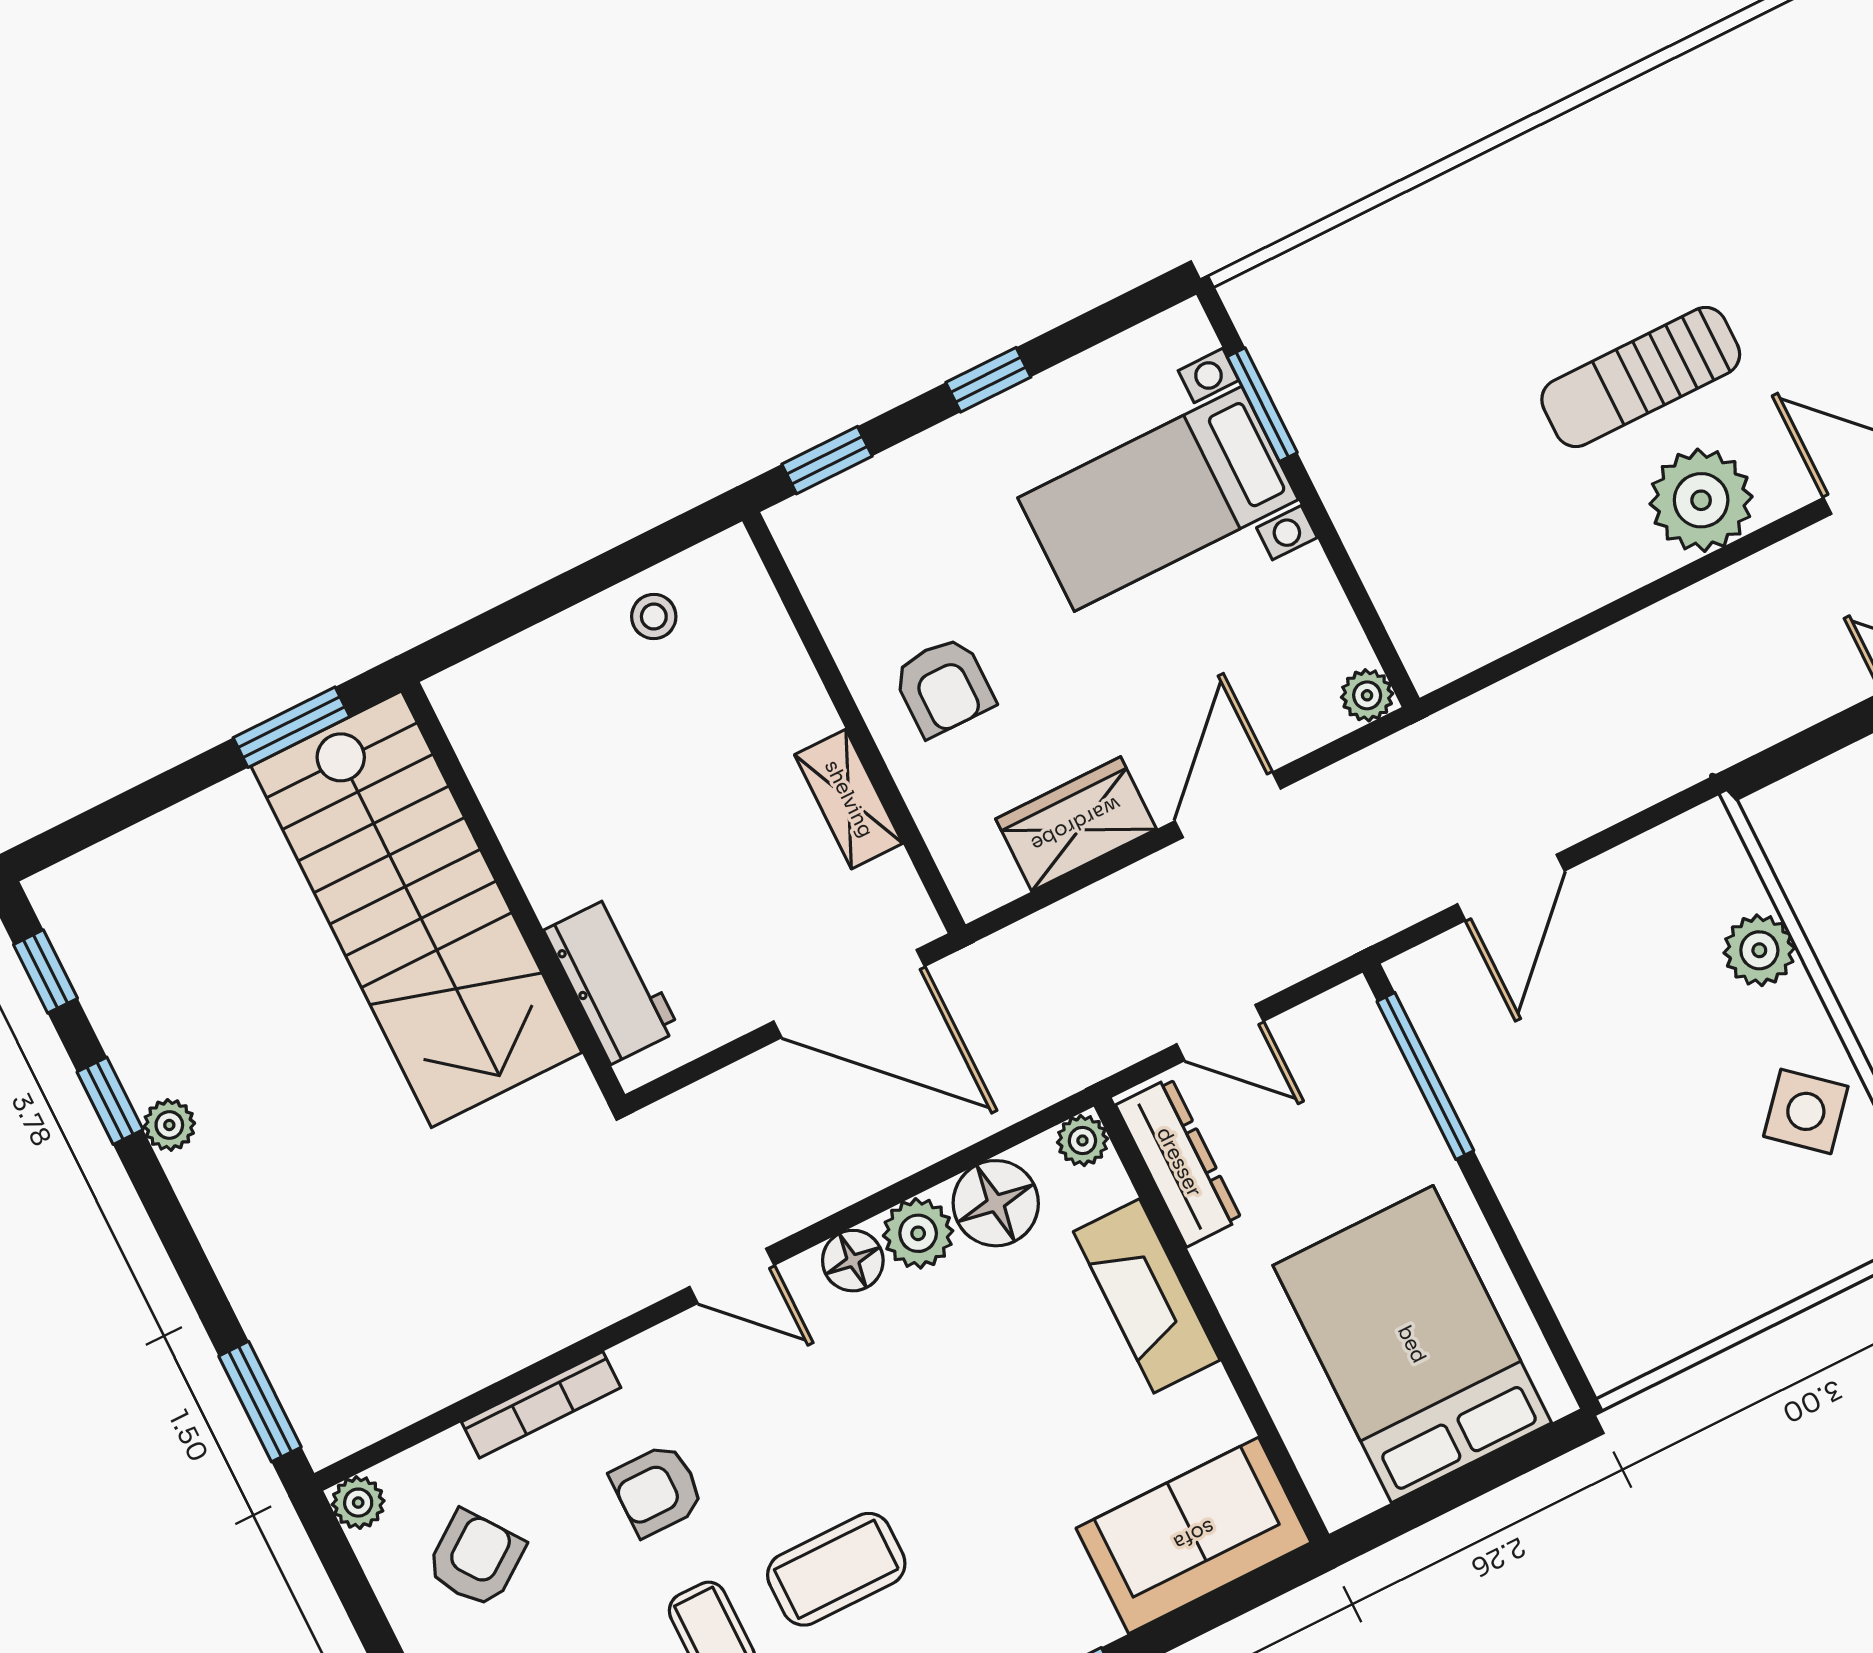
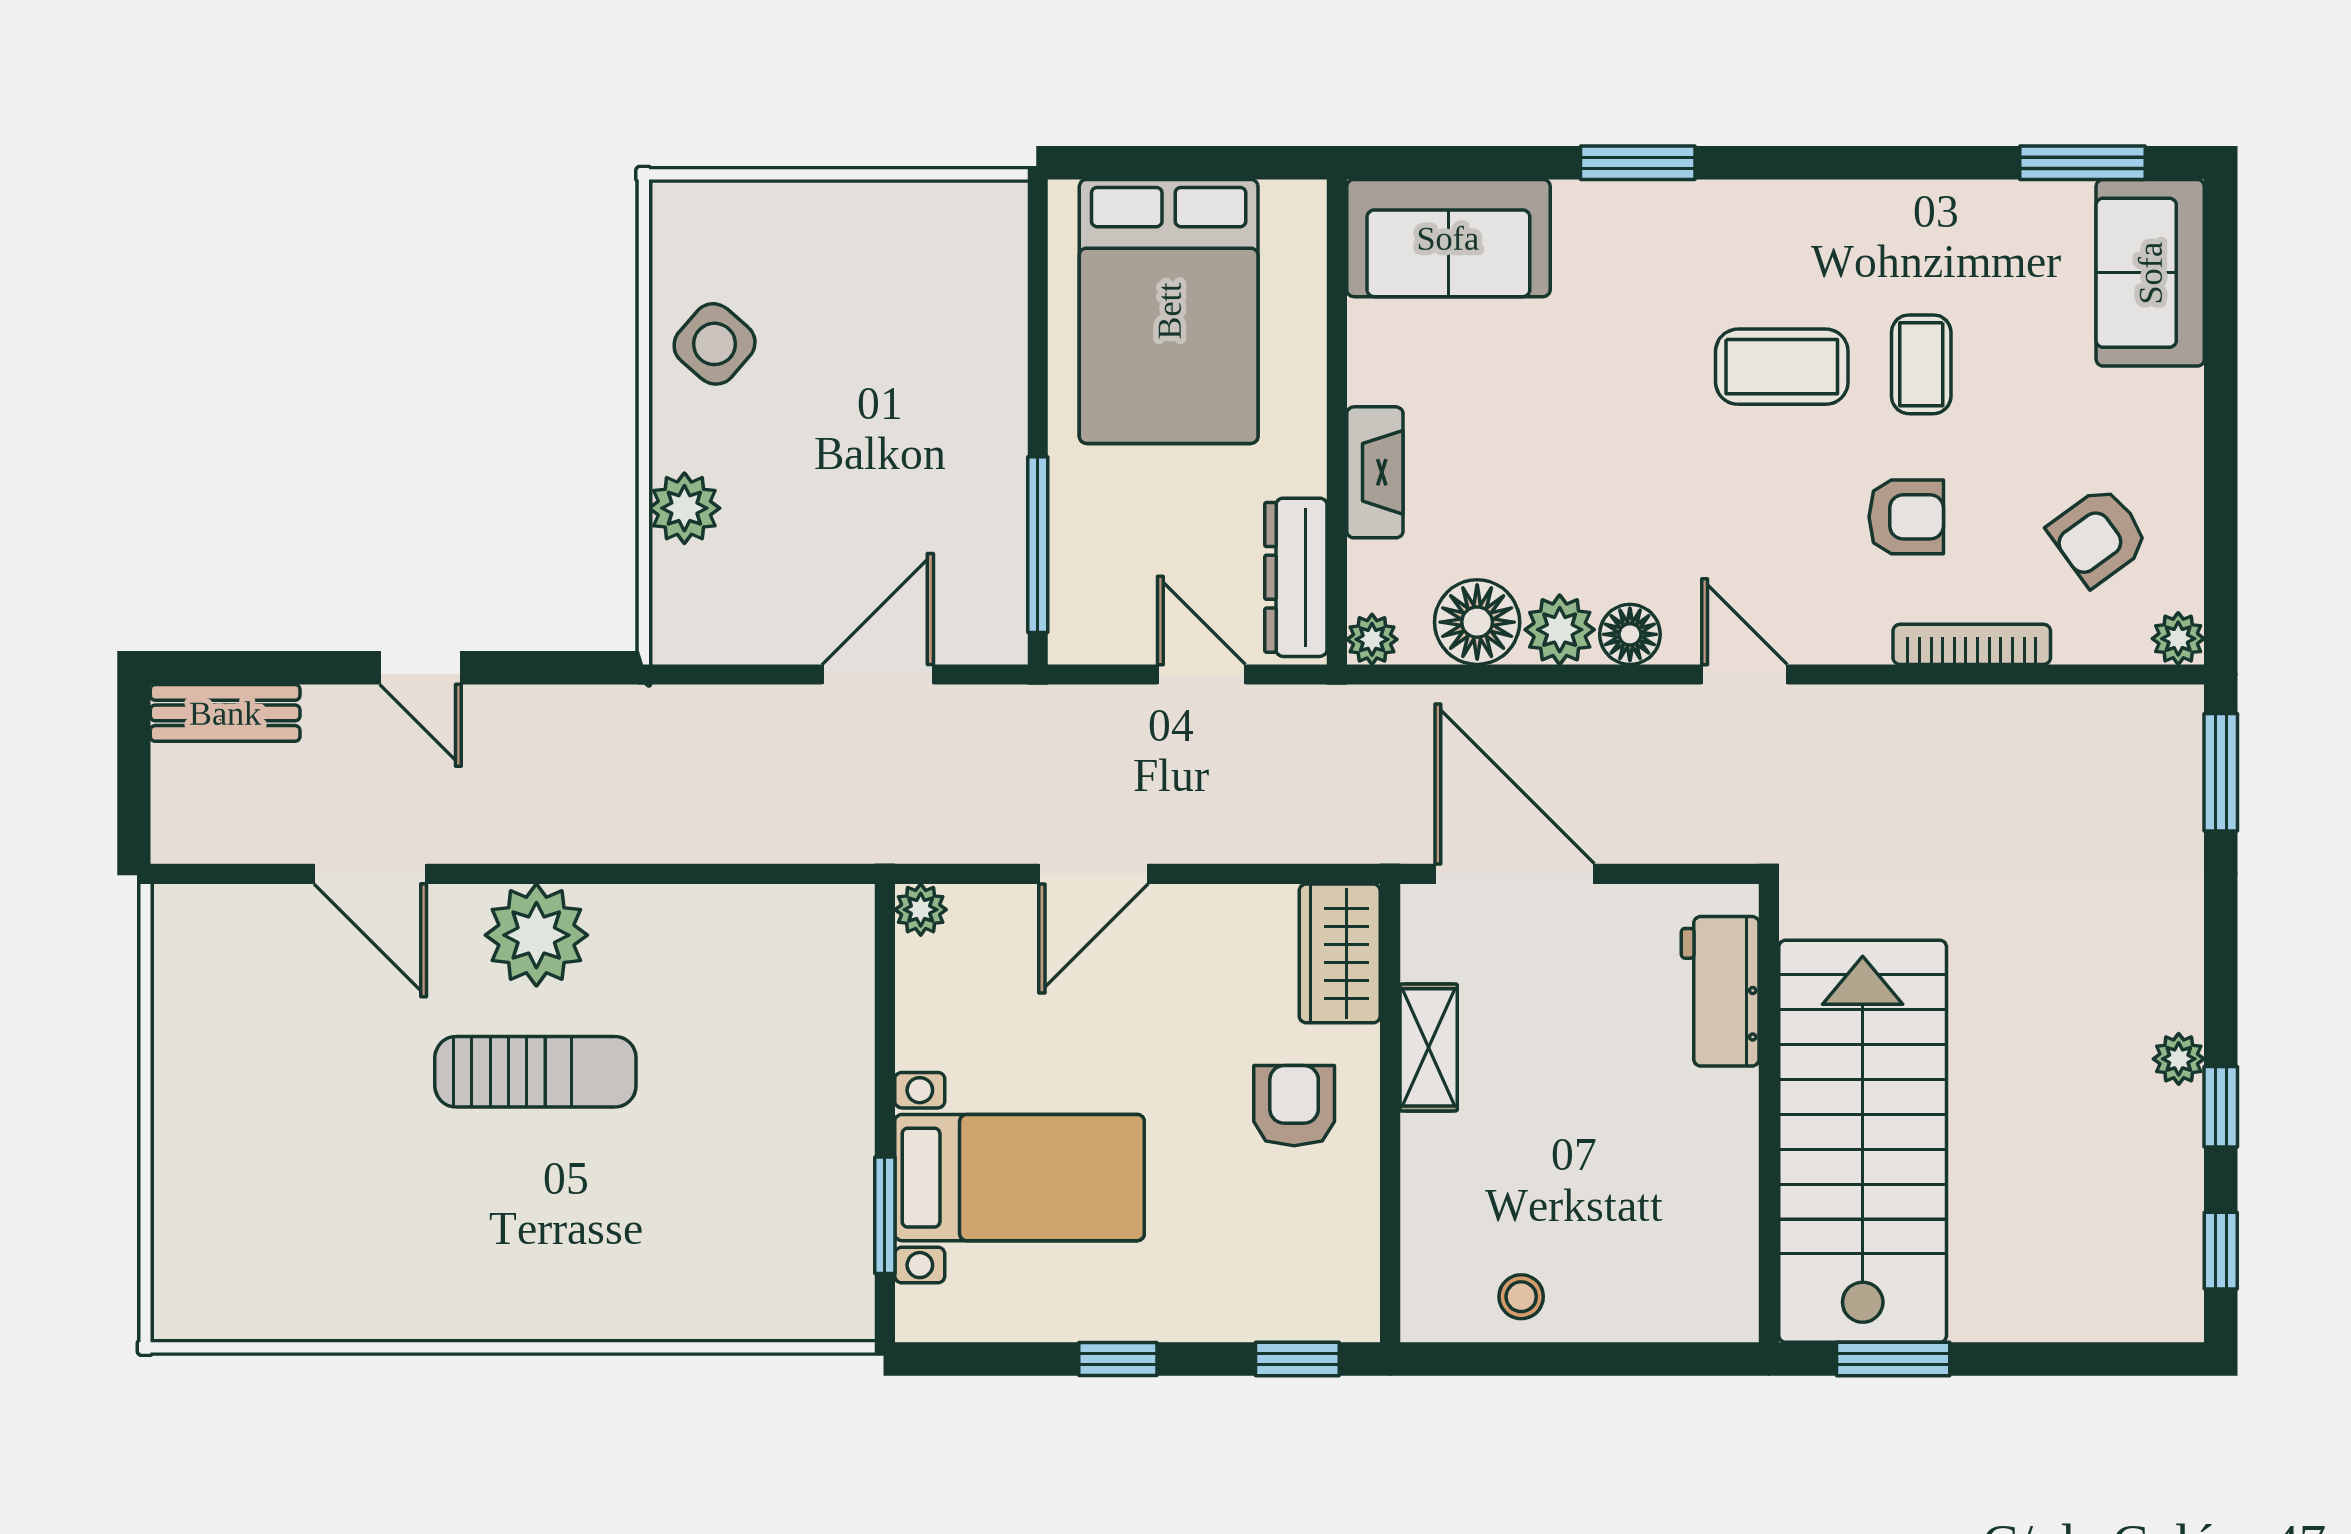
wardrobe: (1076, 824) -> (1340, 953), moved, turned 90
fireplace: (1147, 1296) -> (1375, 472), width x0.73, depth x0.76

